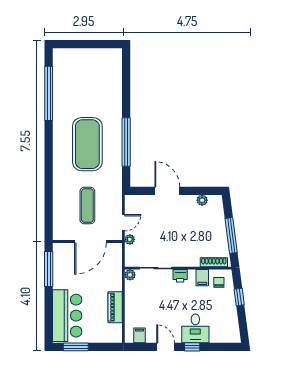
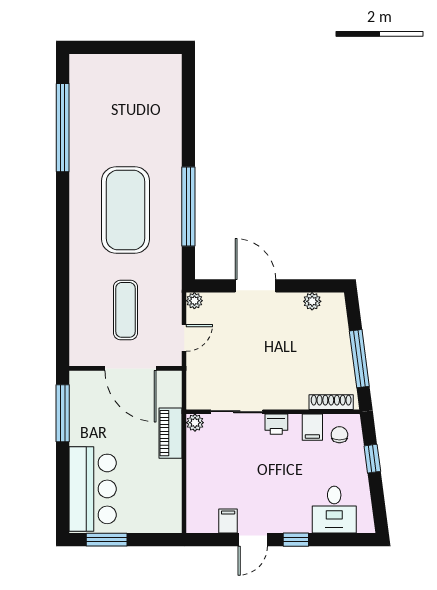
plant: (130, 239) -> (194, 301), moved
door: (90, 241) -> (130, 368), hinge flipped
piano: (115, 307) -> (171, 433), moved
desk: (195, 328) -> (334, 510), moved
filing cabinet: (140, 335) -> (228, 521), moved
door: (166, 347) -> (253, 540), swing flipped

